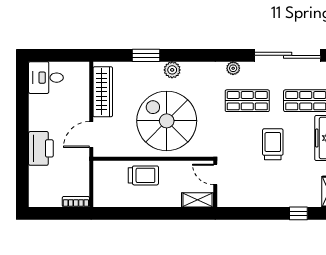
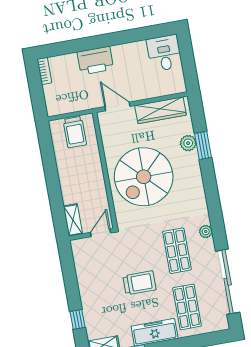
plant: (172, 70) -> (188, 143), moved
spiral stairs: (167, 121) -> (144, 177), turned 180
trolley: (143, 175) -> (75, 132), moved
bookcase: (76, 202) -> (44, 71), moved

